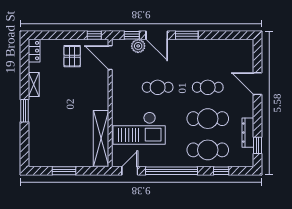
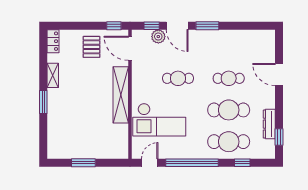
shelving: (101, 138) -> (121, 95), moved

